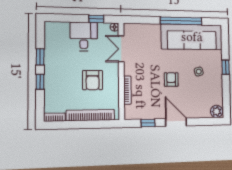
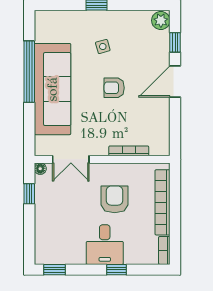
desk: (84, 36) -> (105, 245), moved, turned -90
sofa: (192, 37) -> (52, 89), moved
window: (40, 57) -> (54, 270), moved
armchair: (93, 80) -> (115, 199), turned -90
window: (148, 123) -> (175, 42), moved

